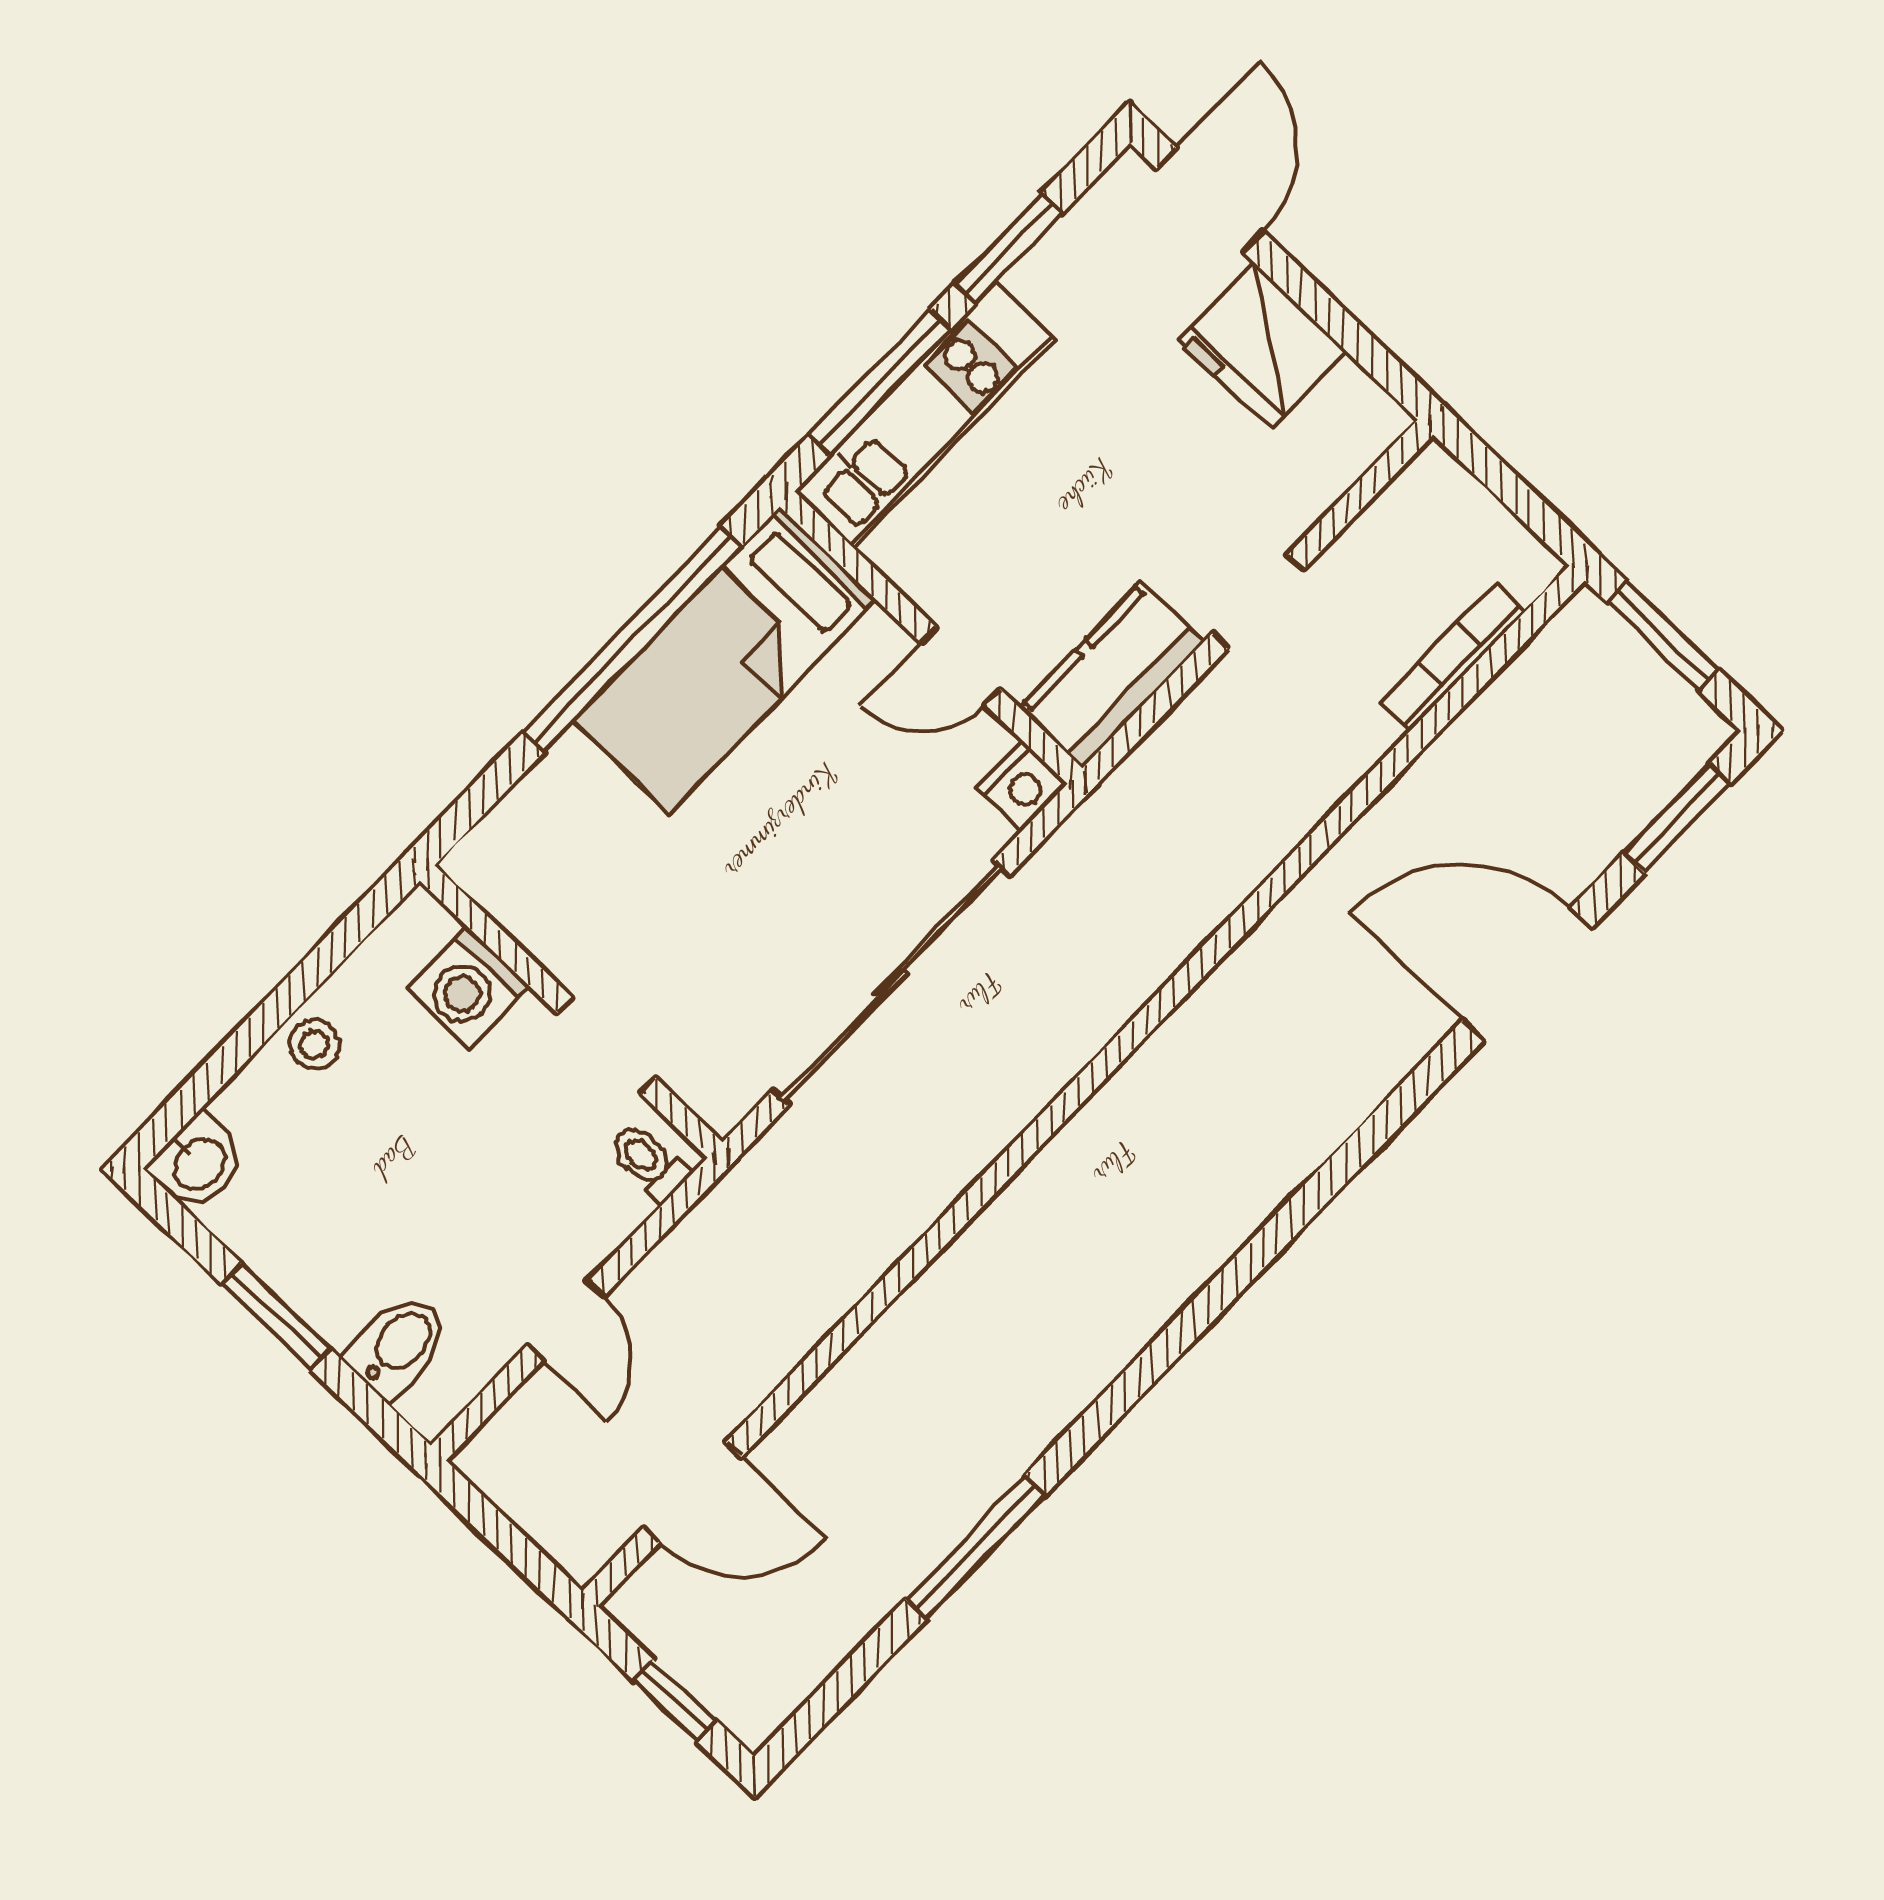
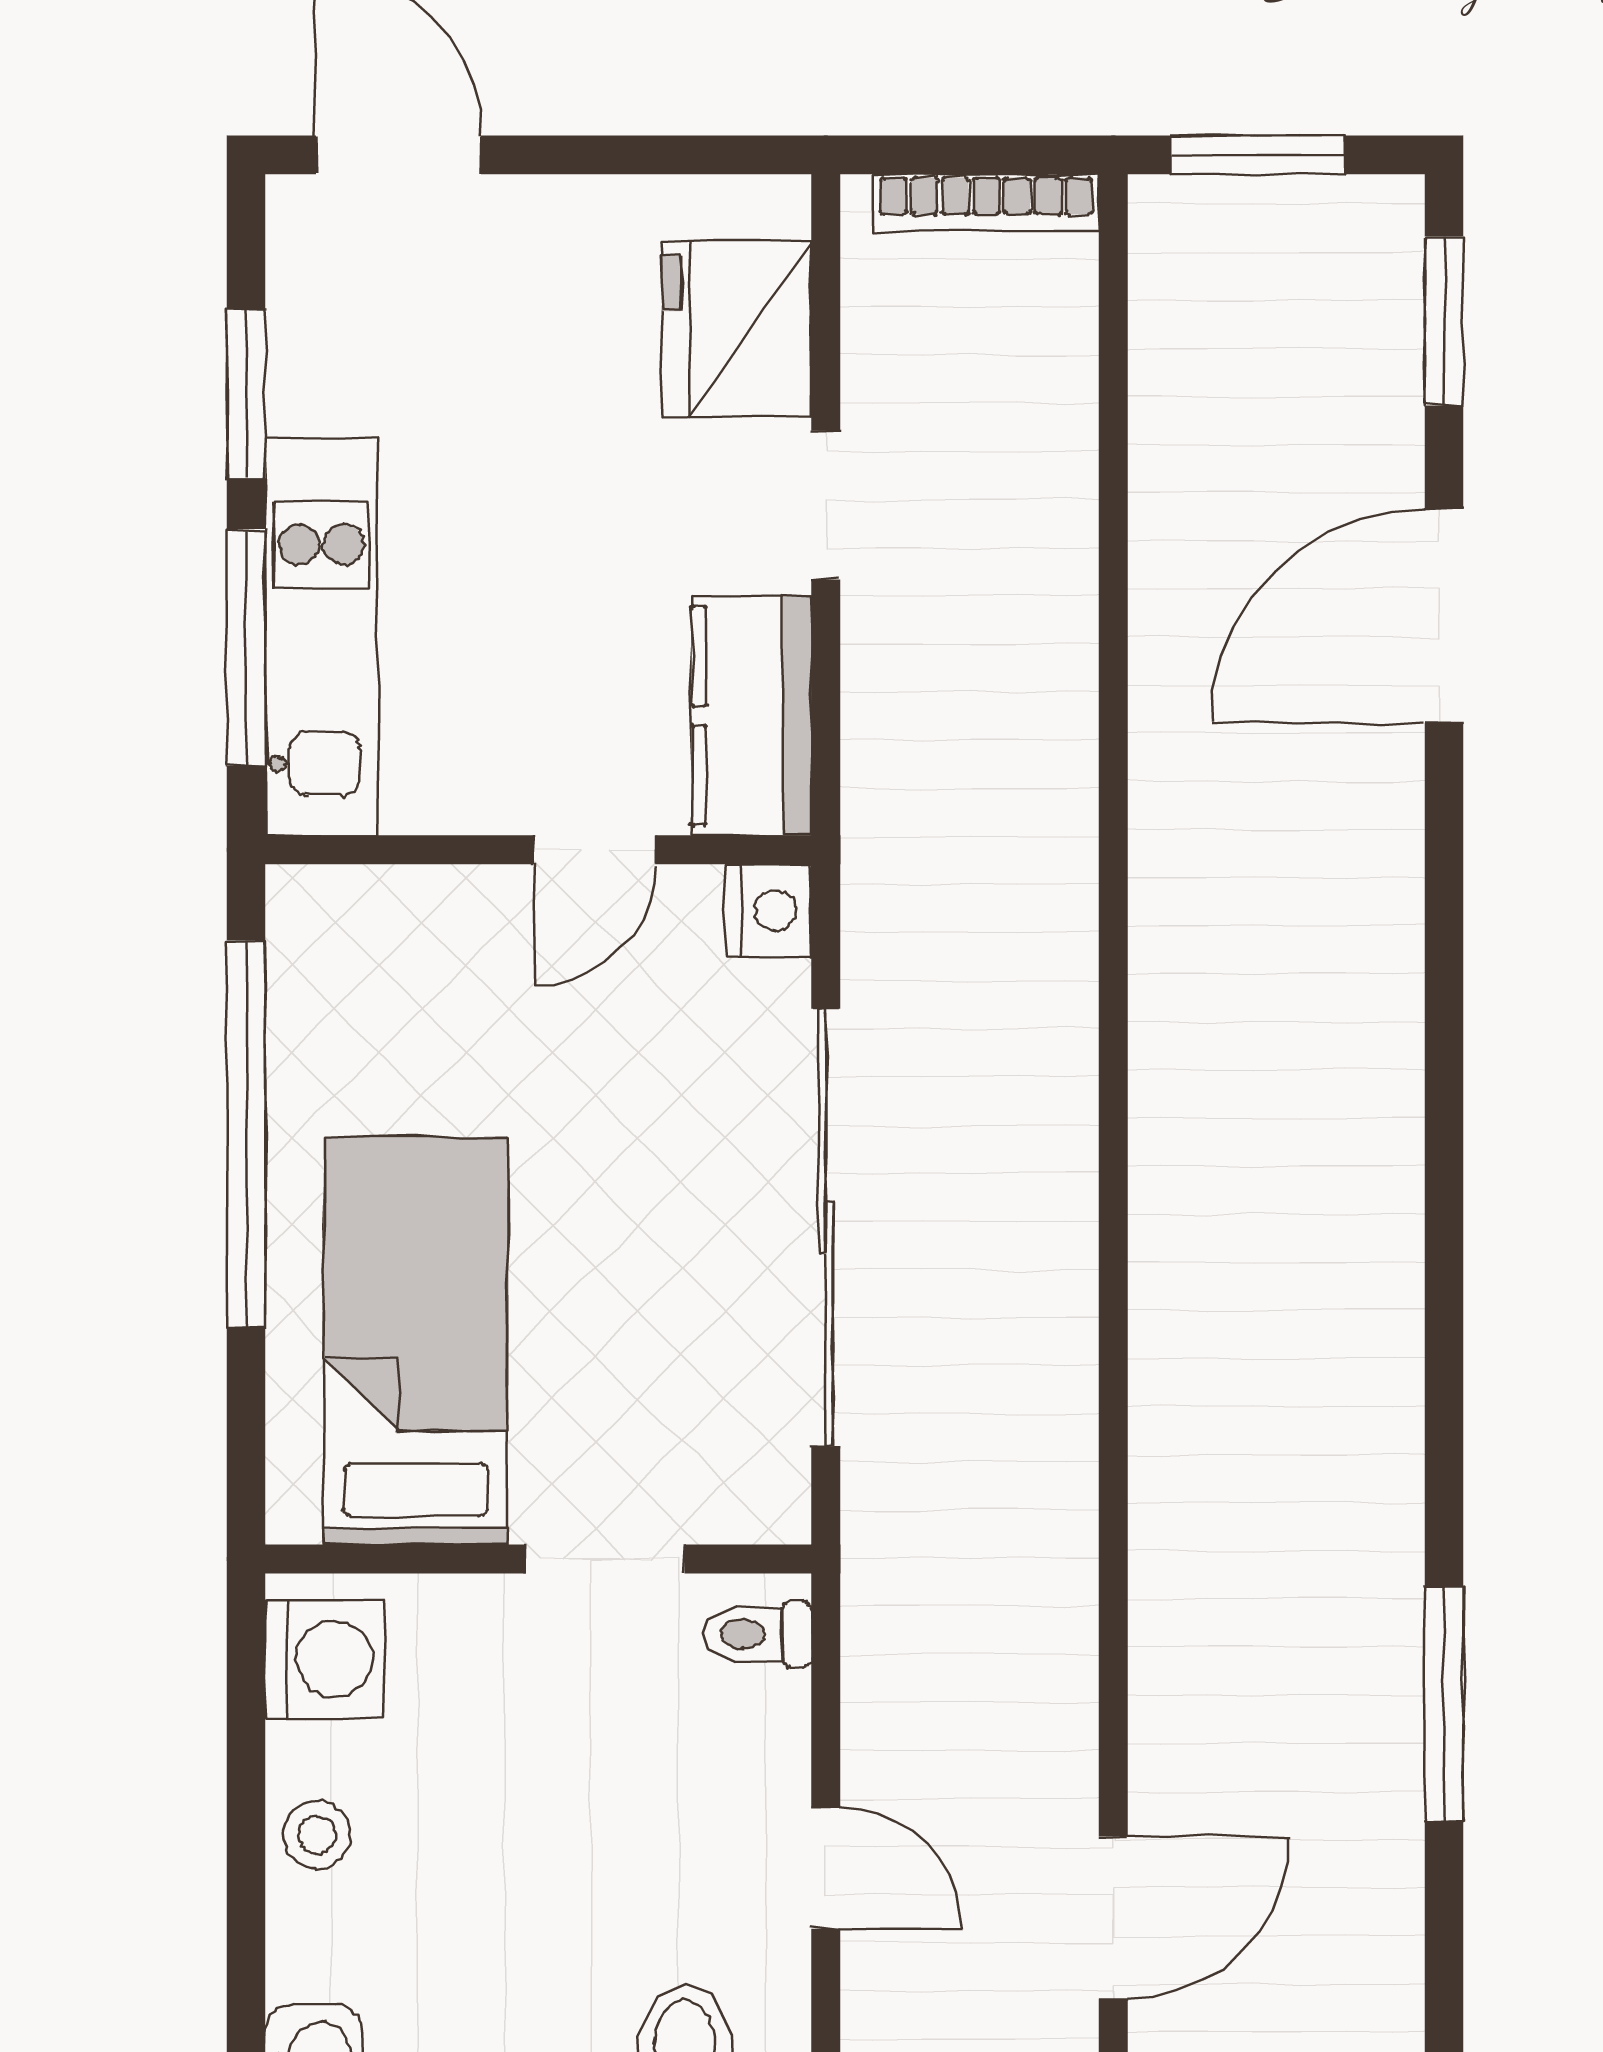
fridge: (1262, 345) -> (737, 329), moved, turned 90
bookcase: (1453, 657) -> (986, 203), moved, turned -90
bed: (725, 660) -> (416, 1341), moved, turned 180
washing machine: (468, 987) -> (325, 1659), moved, turned -90

